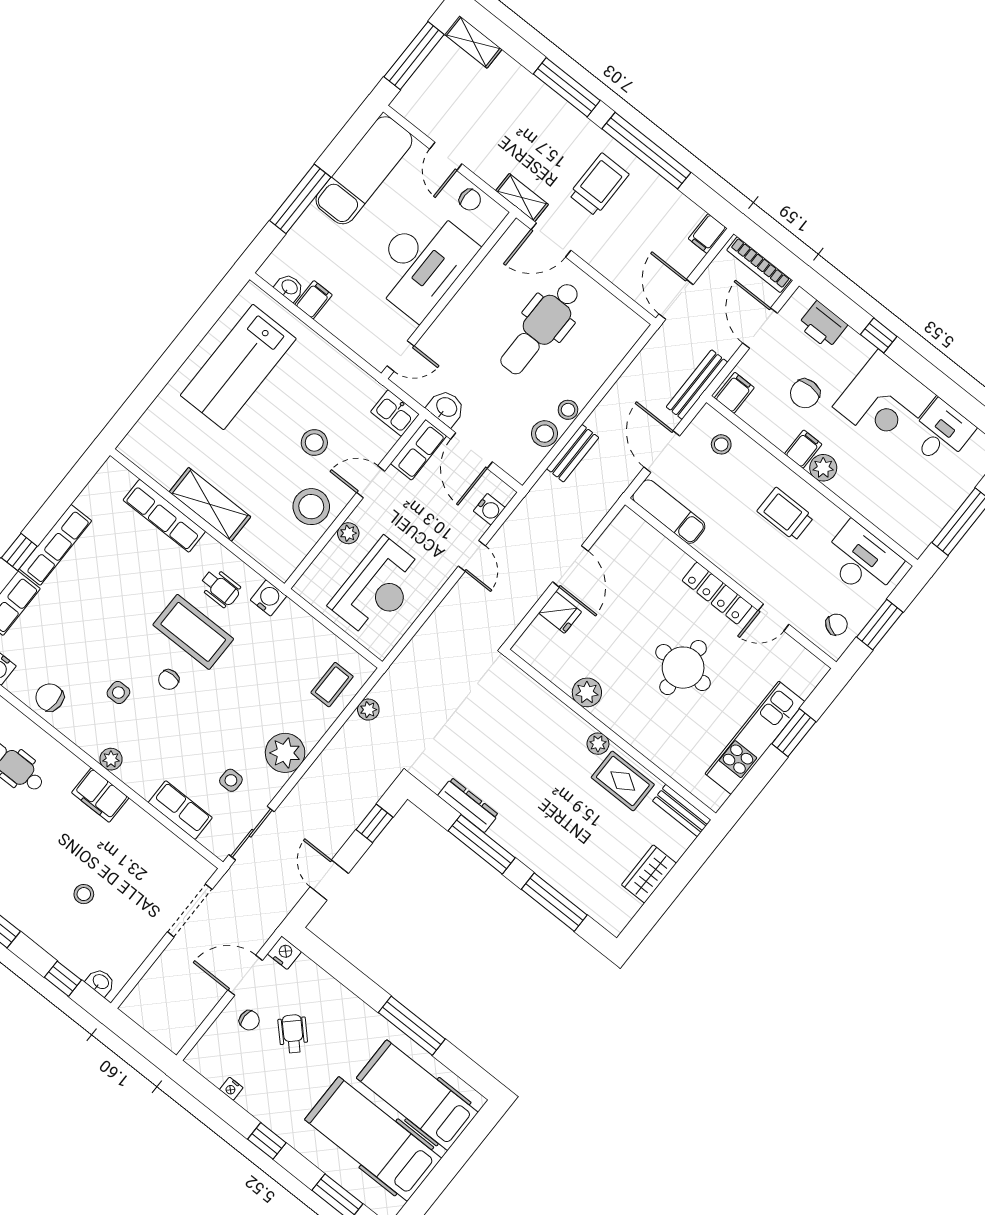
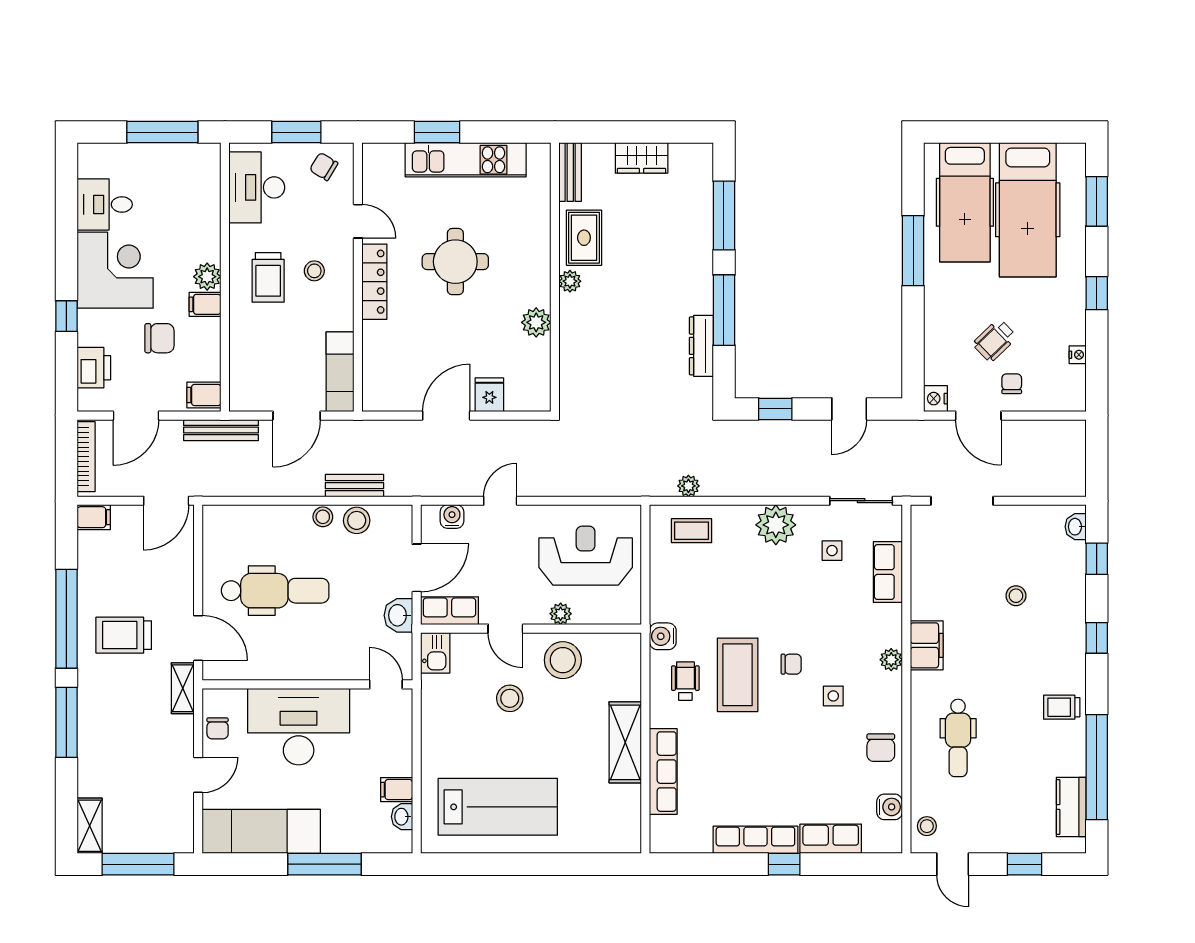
chair: (470, 200) -> (218, 728), turned 180
stool: (721, 444) -> (314, 271), moved

